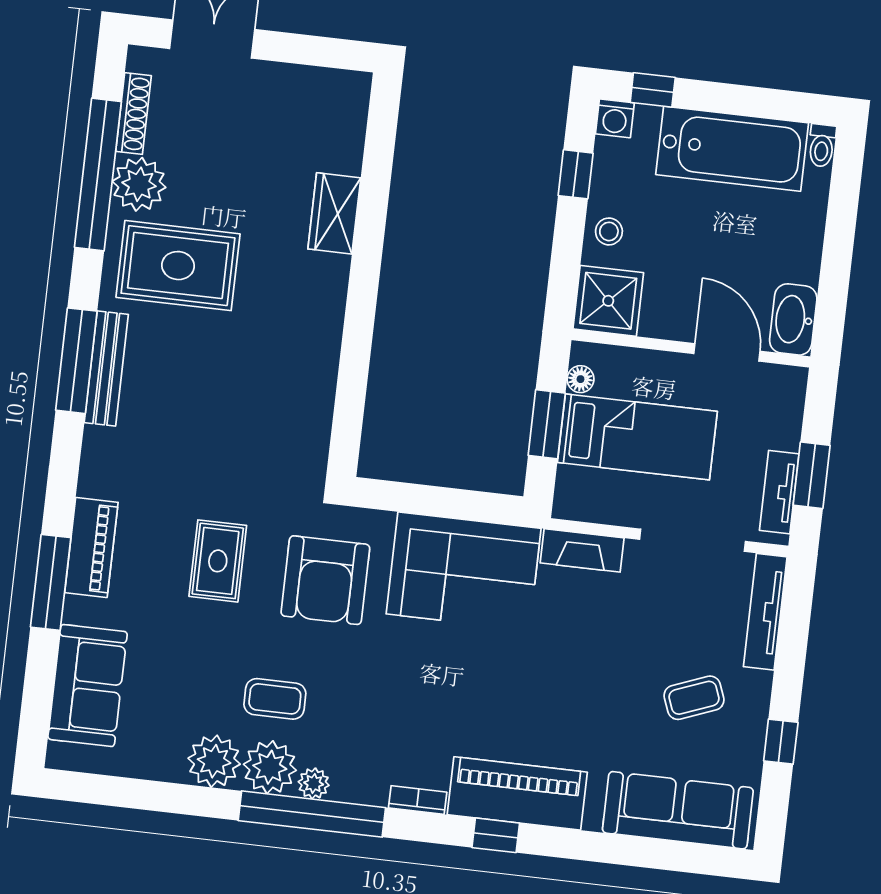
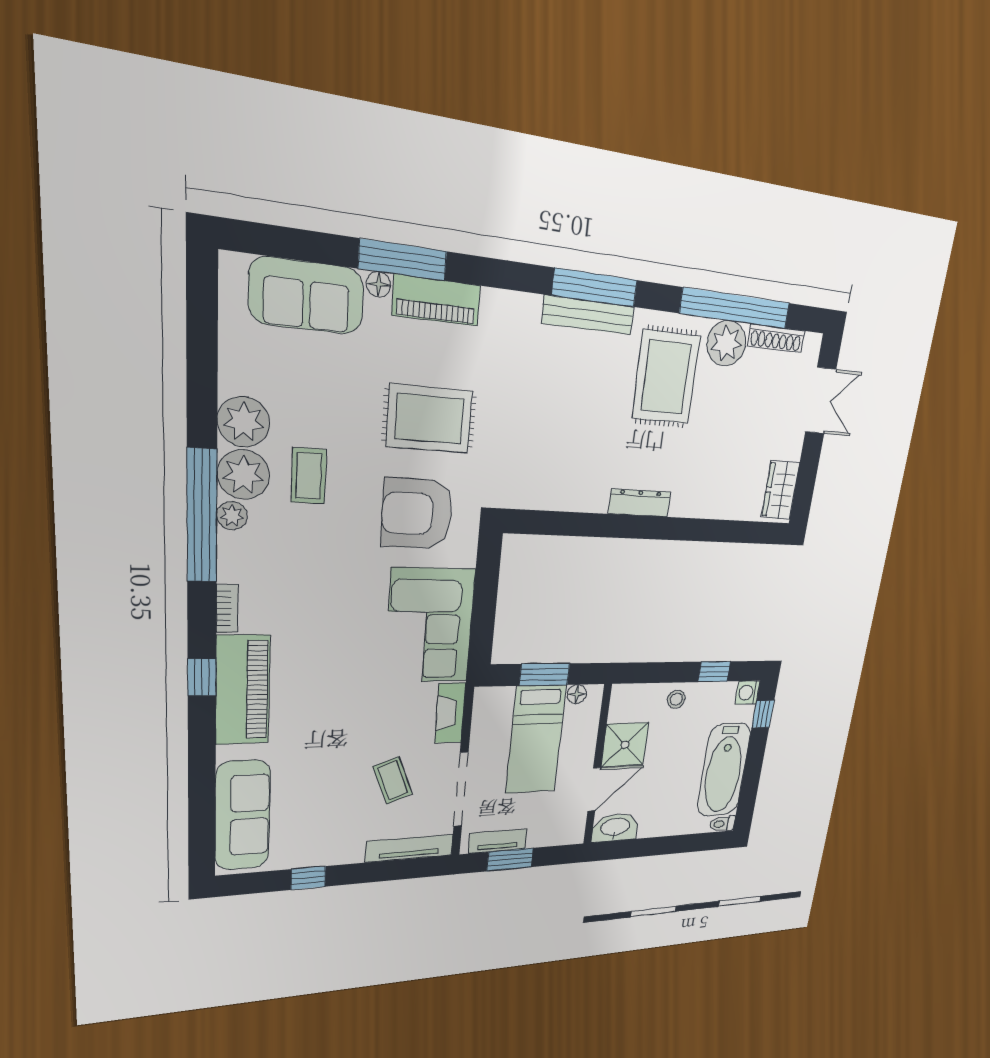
wardrobe: (334, 213) -> (781, 490), moved, turned -90
dresser: (331, 296) -> (640, 503), added
shower: (608, 301) -> (625, 745), moved
rug: (218, 561) -> (429, 419), width x1.36, depth x1.43
floor lamp: (76, 610) -> (378, 284), added
coffee table: (694, 698) -> (393, 780), moved

